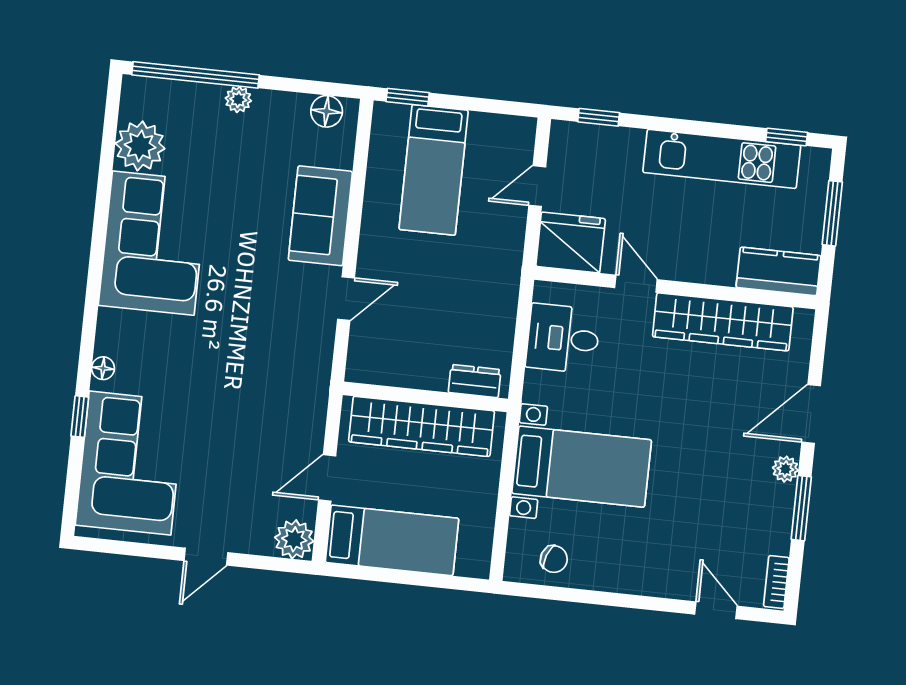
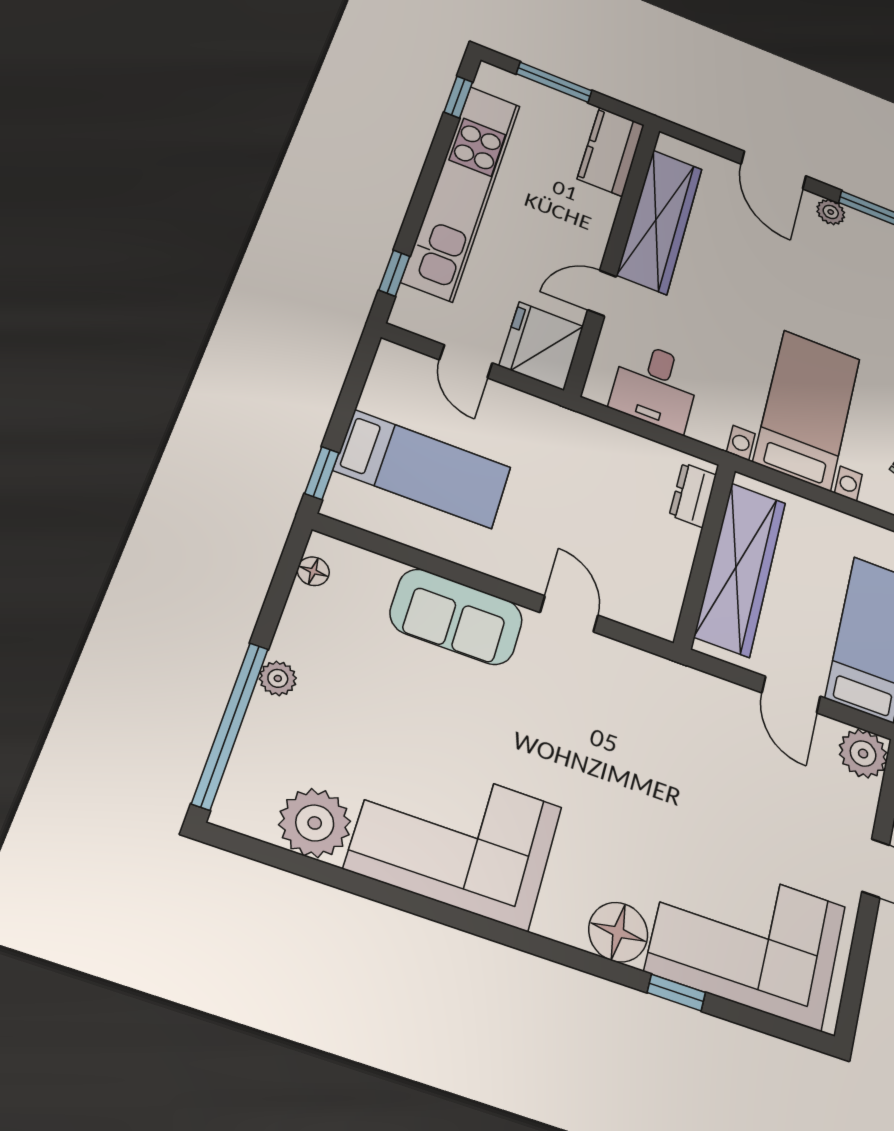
floor lamp: (327, 111) -> (313, 571), width x0.73, depth x0.73
kitchen unit: (722, 159) -> (462, 192), width x1.36
floor lamp: (103, 368) -> (618, 932), width x1.89, depth x1.89

